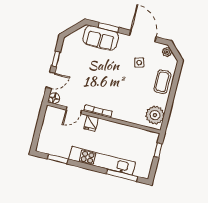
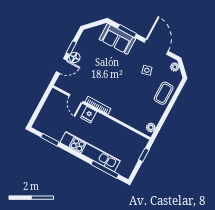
floor lamp: (54, 98) -> (75, 57), moved
door: (74, 110) -> (76, 99), hinge flipped
plant: (155, 115) -> (151, 127), width x0.53, depth x0.53

